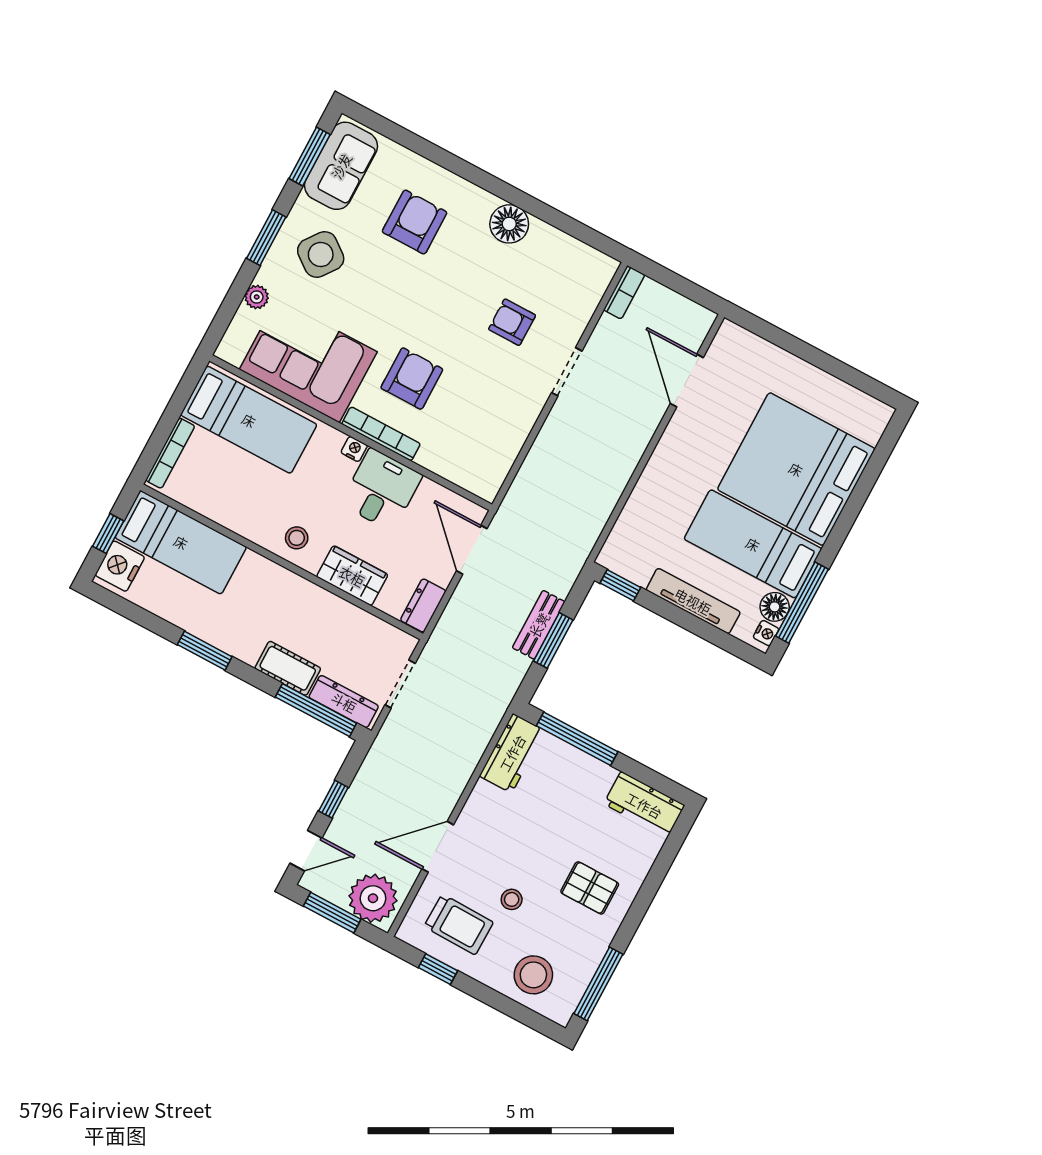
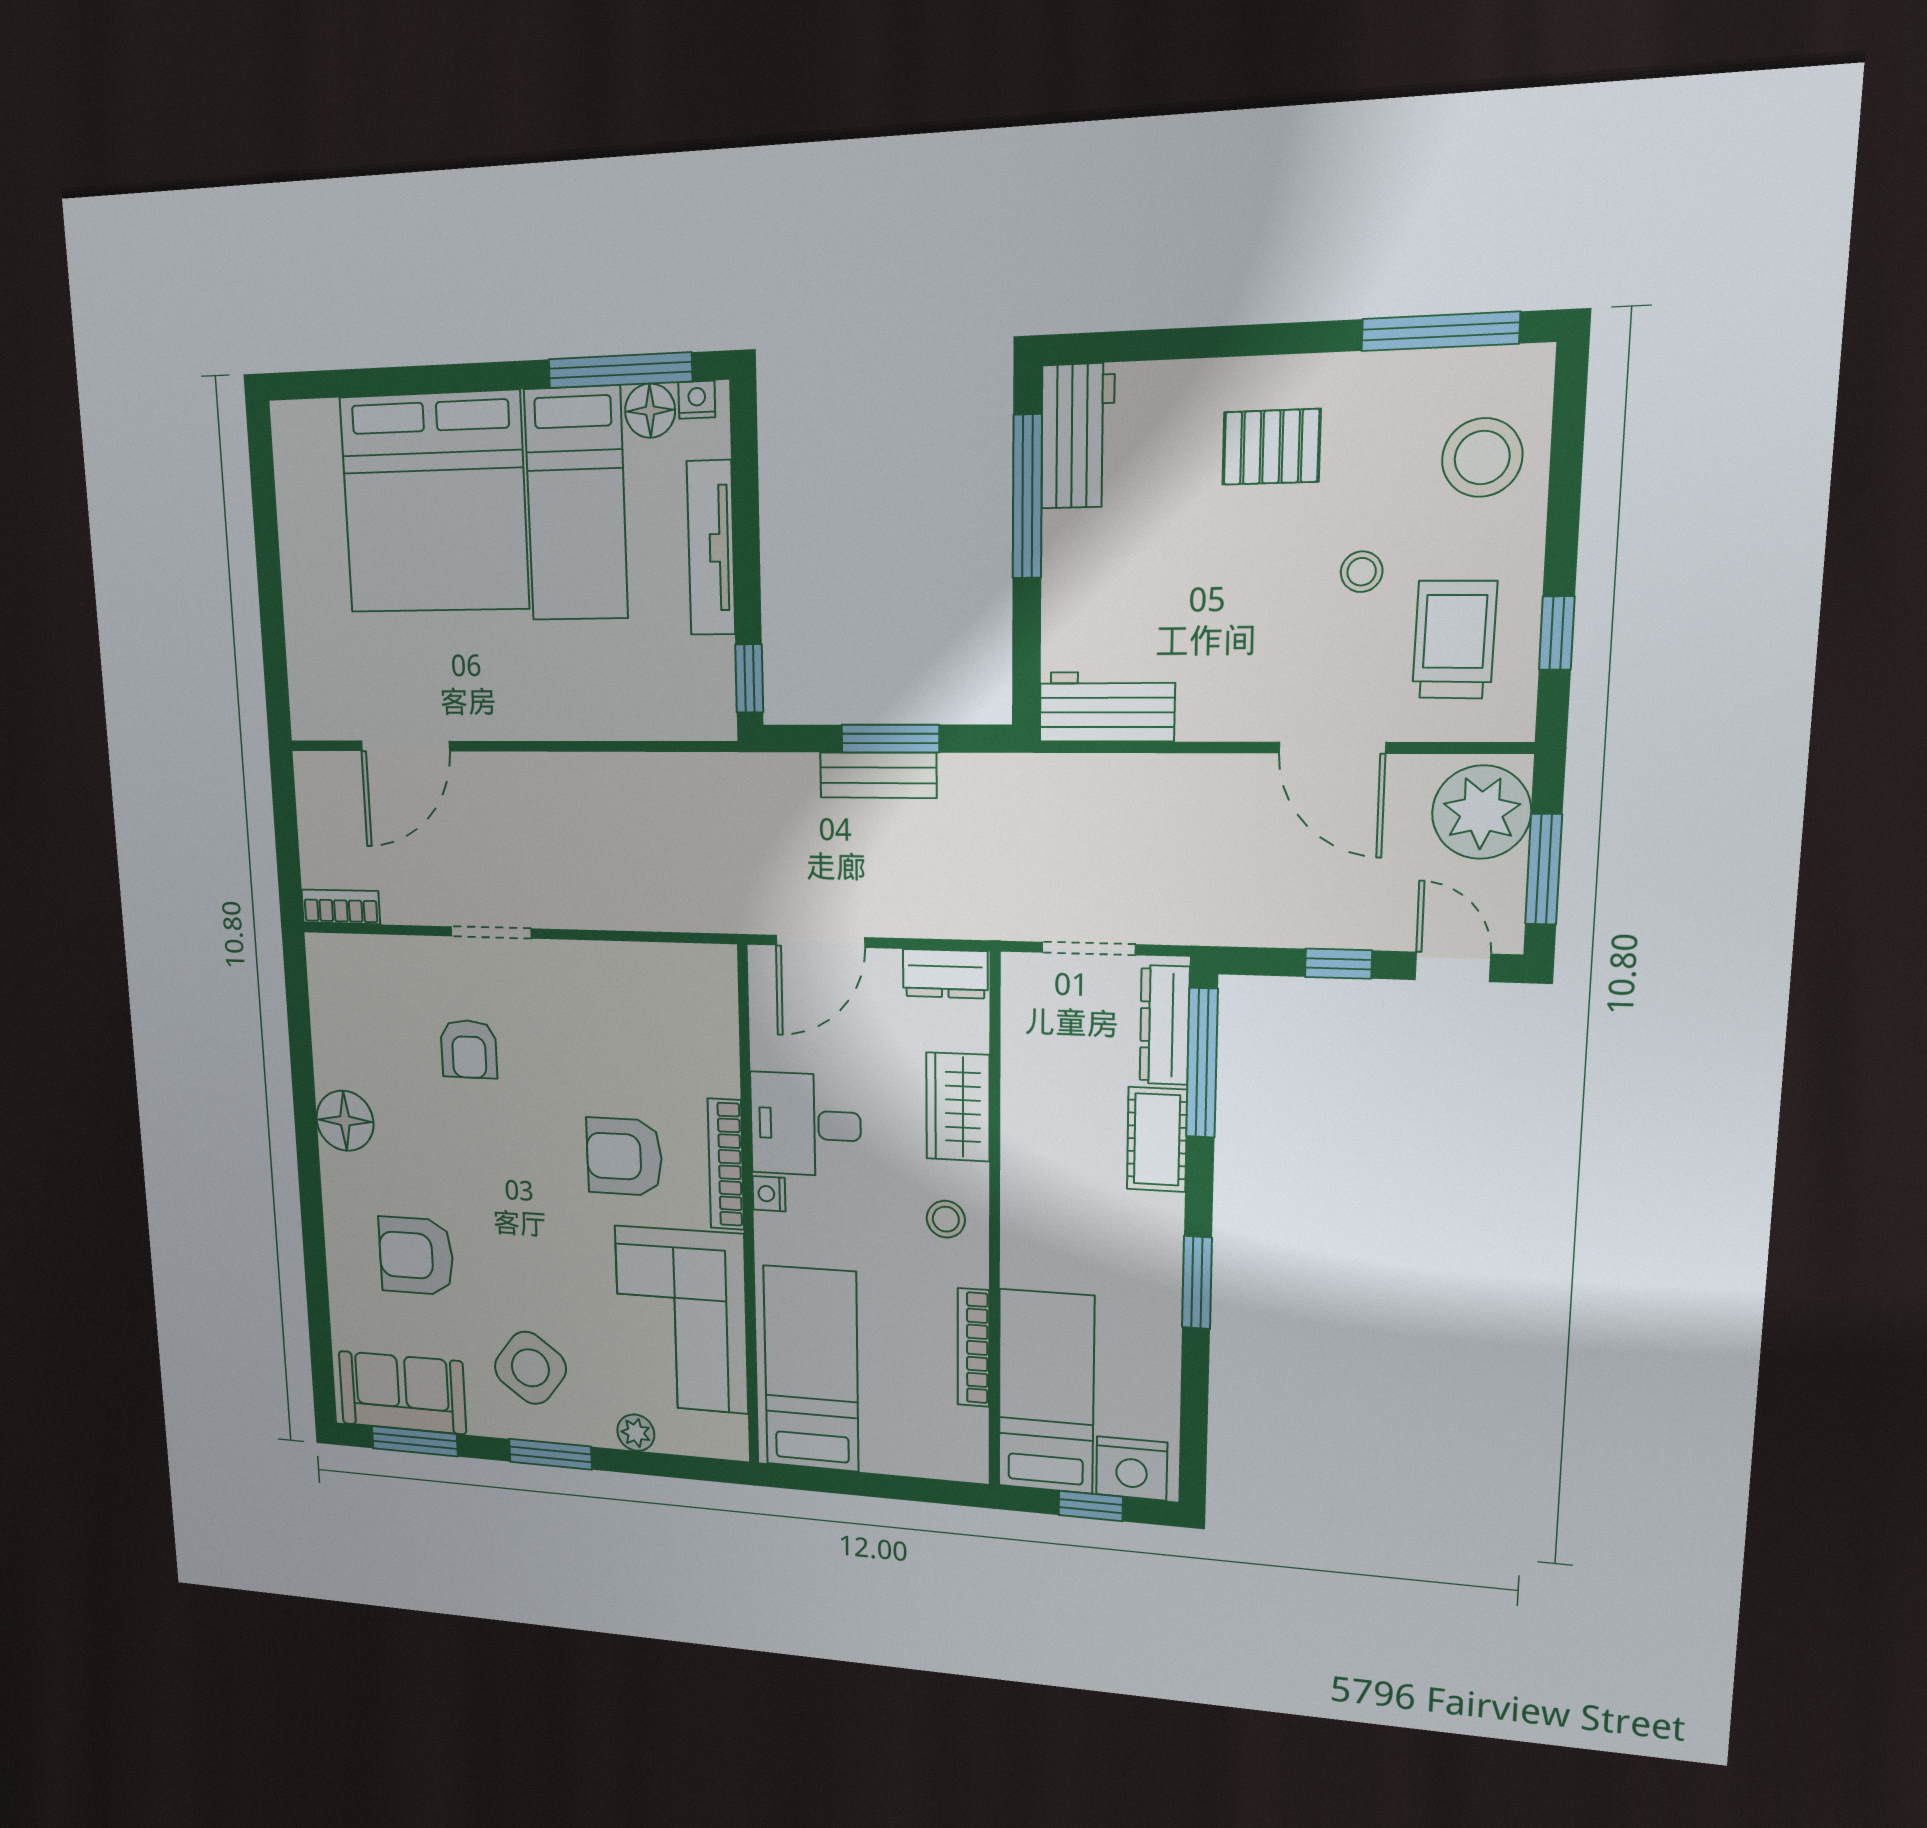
bookcase: (170, 453) -> (973, 1348), moved, turned -90
window: (577, 739) -> (1027, 497), moved
pallet: (590, 888) -> (1271, 447), turned 90

